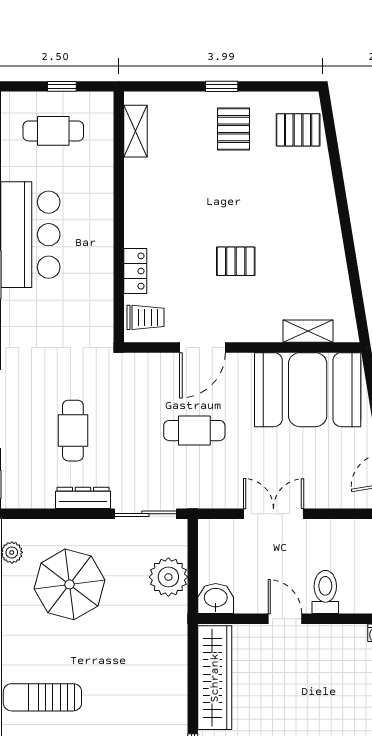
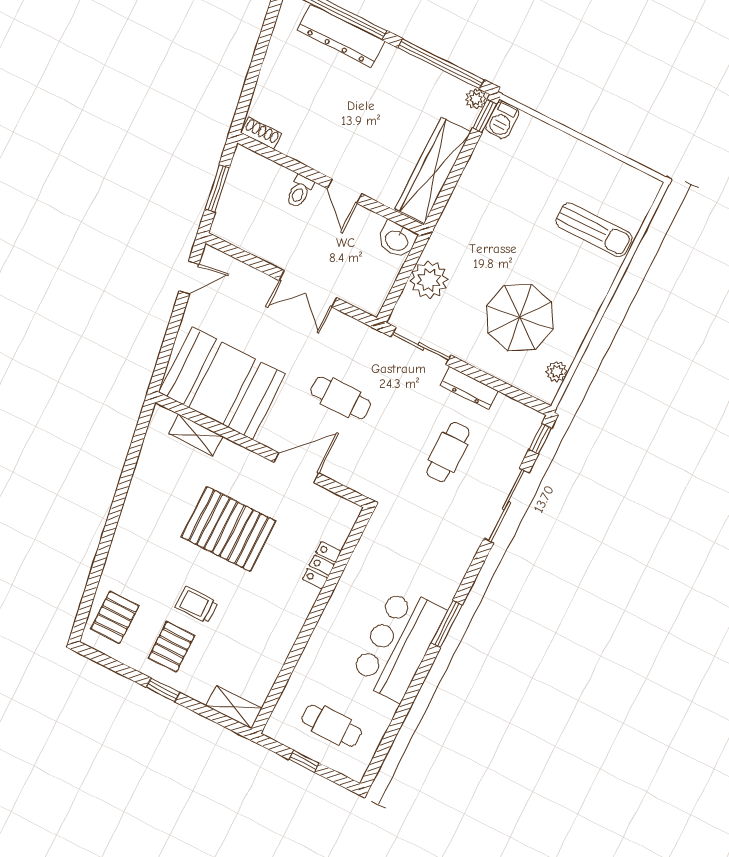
pallet: (298, 130) -> (115, 617), turned 90
shelving: (135, 131) -> (234, 707), moved, turned 90
pallet: (236, 261) -> (228, 529), width x2.05, depth x2.00
trolley: (145, 317) -> (197, 605), moved
toilet: (325, 592) -> (300, 191), width x0.73, depth x0.72

